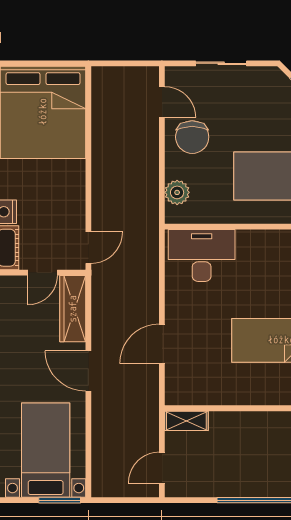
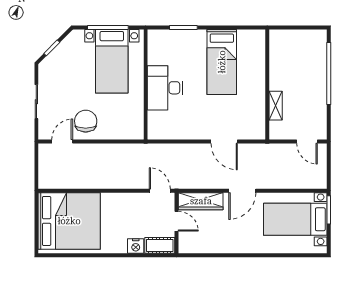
chair: (192, 137) -> (86, 121), turned -90
plant: (177, 192) -> (123, 131), removed
desk: (202, 255) -> (165, 88), moved
shelving: (186, 421) -> (276, 106), moved

